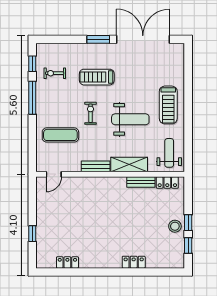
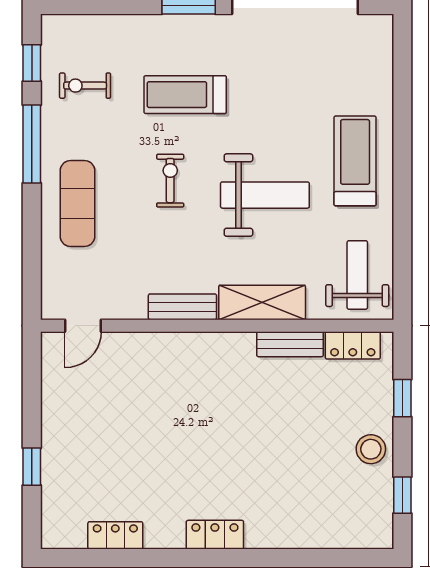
treadmill: (168, 105) -> (355, 161), turned 180
exercise mat: (60, 135) -> (77, 203), moved, turned 90
window: (188, 223) -> (402, 398), moved
locker: (134, 262) -> (215, 535), moved

